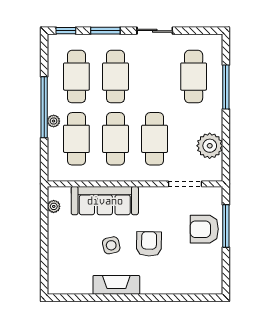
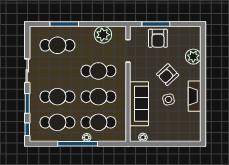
armchair: (149, 244) -> (168, 75), turned -44
plant: (176, 283) -> (193, 57), added

